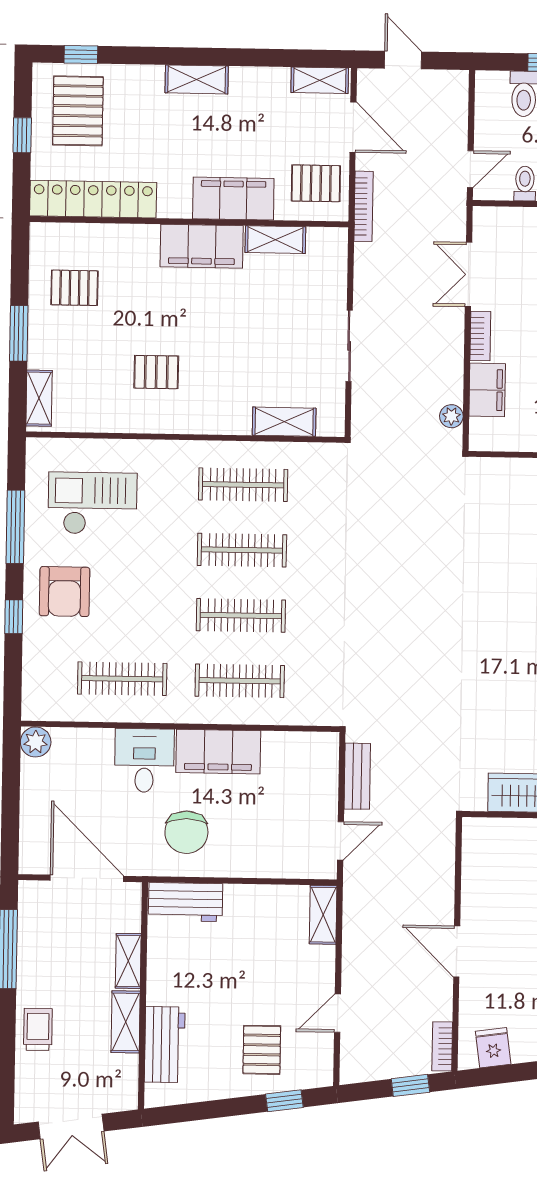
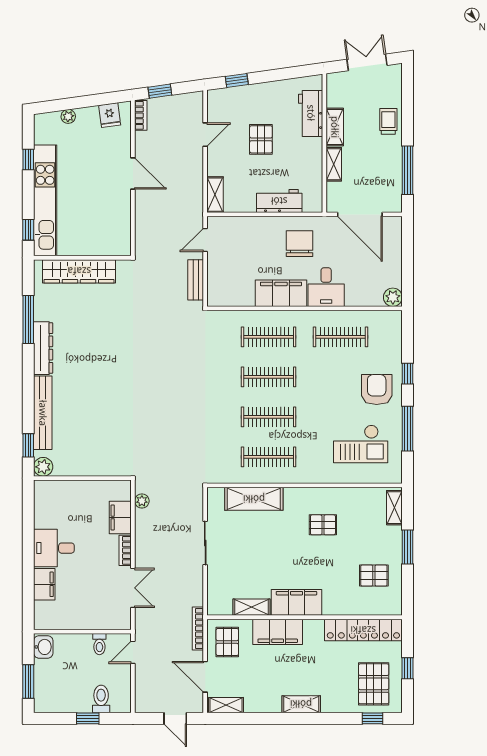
pallet: (316, 183) -> (227, 642), turned 90
shelving: (284, 422) -> (254, 499), width x1.50, depth x1.33
workbench: (186, 902) -> (279, 201), moved
trolley: (38, 1029) -> (388, 121), turned 180
pallet: (262, 1050) -> (261, 139), moved

